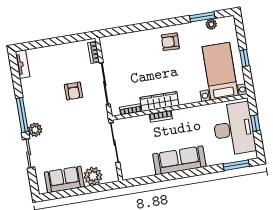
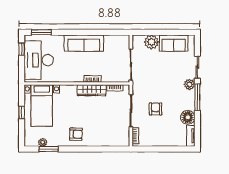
floor lamp: (30, 87) -> (188, 117), added
window: (255, 123) -> (22, 49), moved

